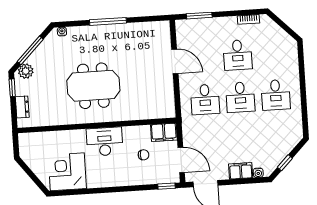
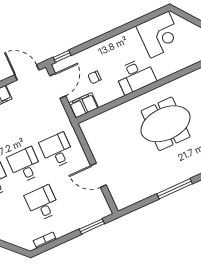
door: (181, 160) -> (58, 86), swing flipped

